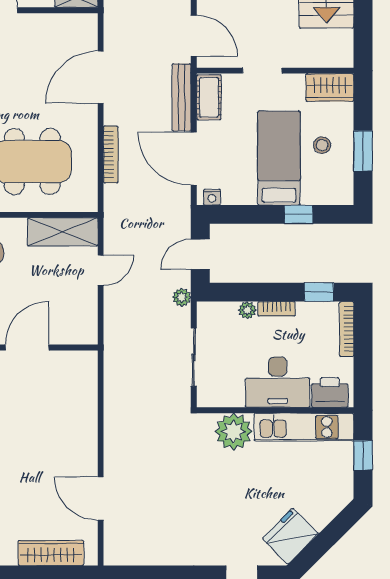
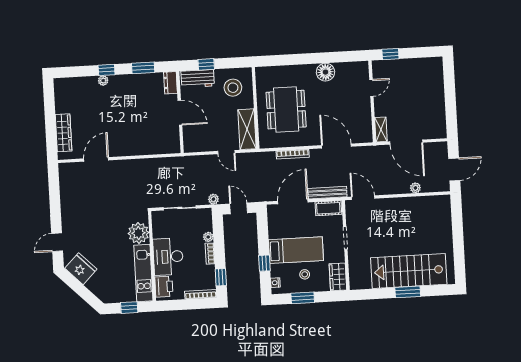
door: (194, 36) -> (363, 198), swing flipped
nightstand: (212, 197) -> (275, 283), moved

